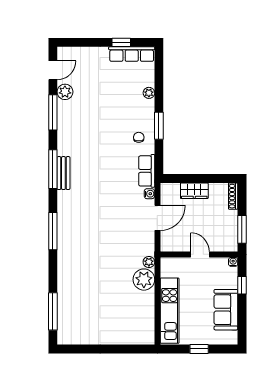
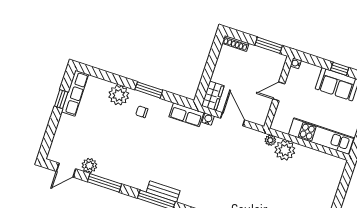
door: (53, 70) -> (66, 170), swing flipped
plant: (149, 93) -> (119, 95), width x1.88, depth x1.88
chair: (139, 137) -> (142, 112), moved
wardrobe: (194, 191) -> (213, 96), moved
window: (242, 285) -> (340, 69), moved

